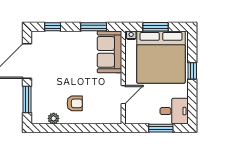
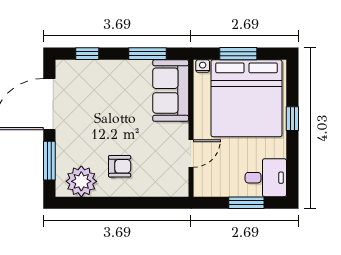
plant: (54, 118) -> (81, 181), width x1.87, depth x1.87

